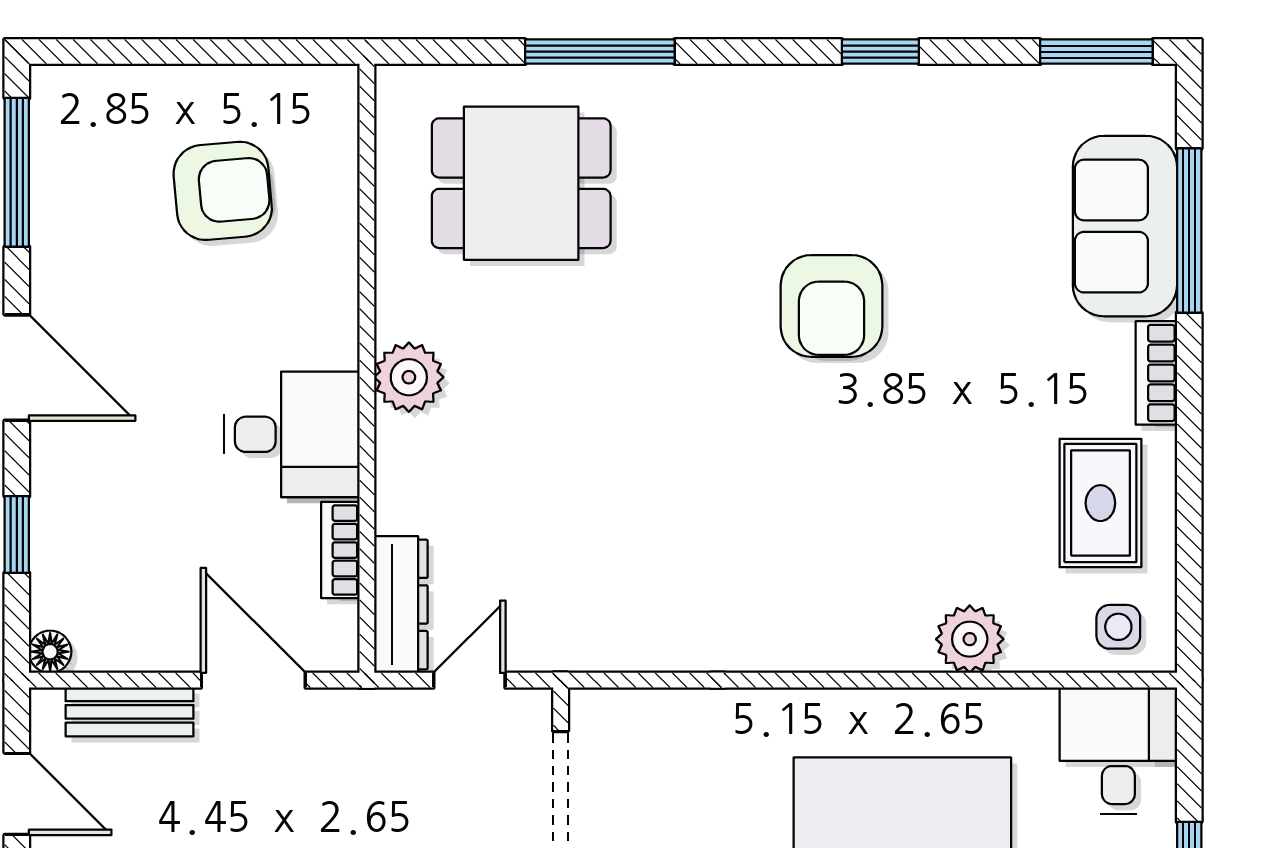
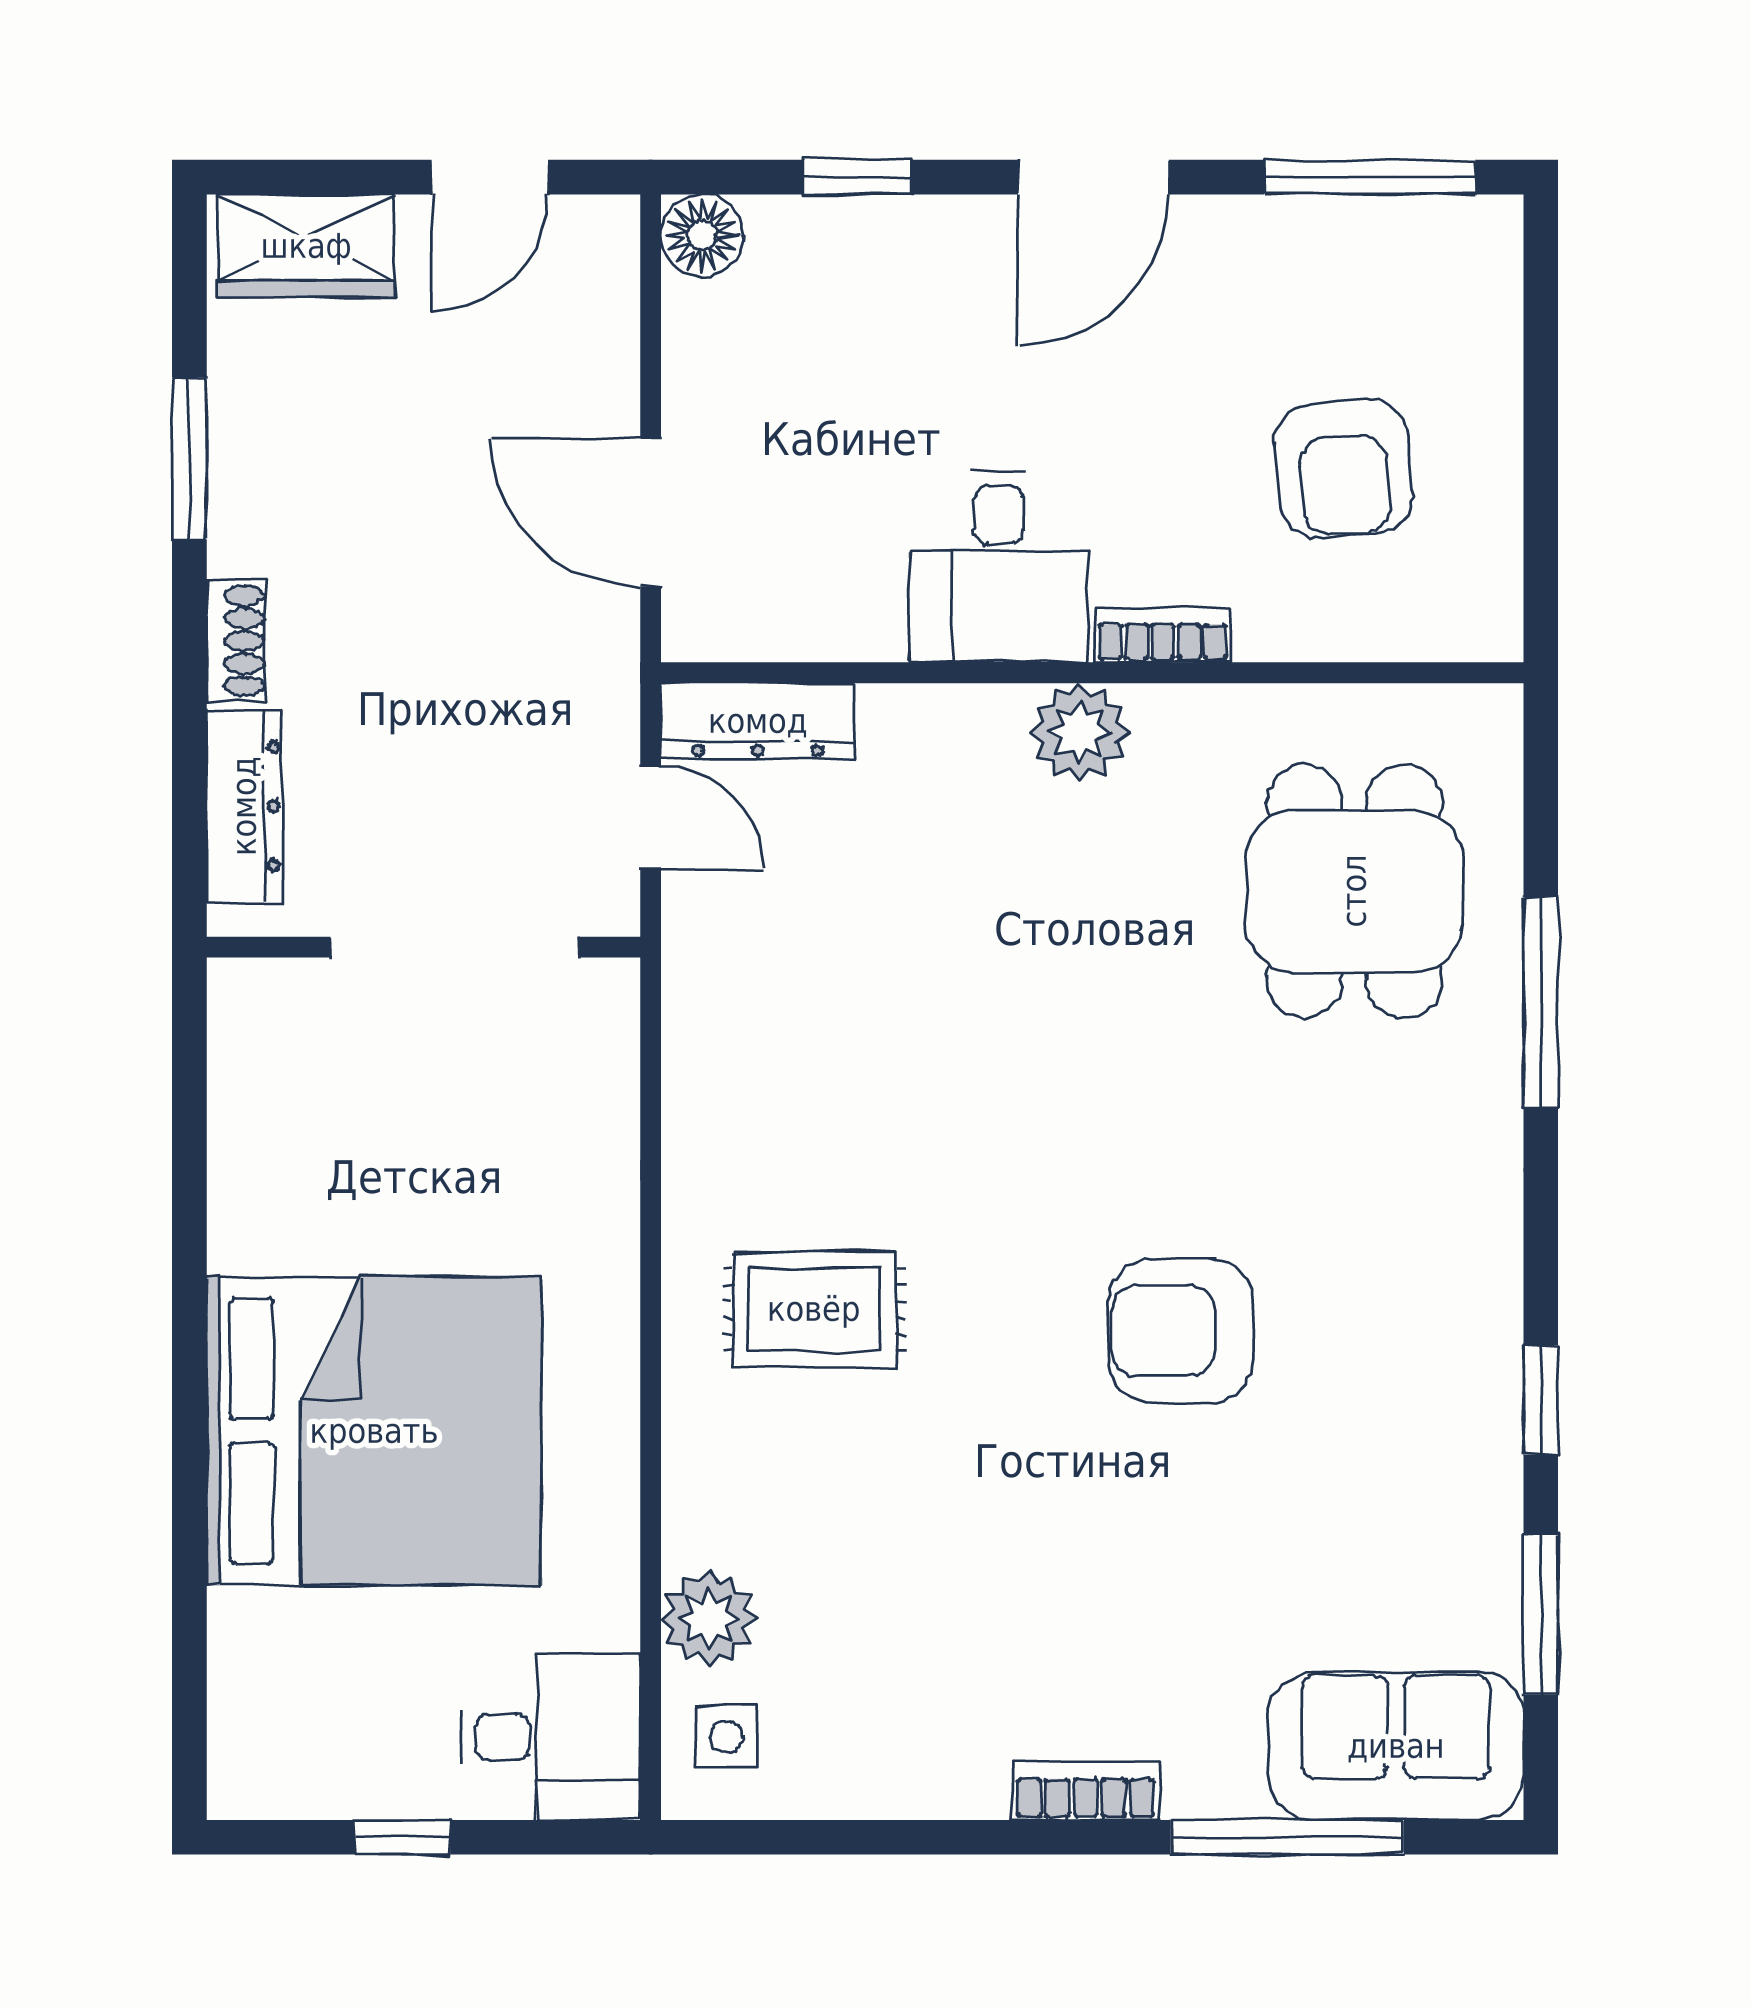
window: (1096, 52) -> (1541, 1615), moved
sofa: (1125, 226) -> (1396, 1746), moved
rug: (1100, 503) -> (814, 1309), moved
bookcase: (340, 550) -> (1163, 635), moved
plant: (970, 639) -> (709, 1619), moved
floor lamp: (50, 652) -> (702, 235), width x1.37, depth x1.37
door: (253, 680) -> (651, 512), swing flipped
bench: (129, 712) -> (606, 337), removed

